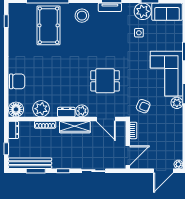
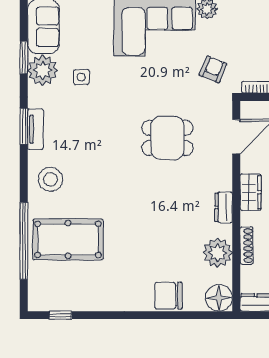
chair: (17, 81) -> (168, 296), turned -90
dining table: (105, 81) -> (167, 138), turned 90
plant: (82, 111) -> (221, 179), removed
wardrobe: (75, 127) -> (251, 192), width x0.67

